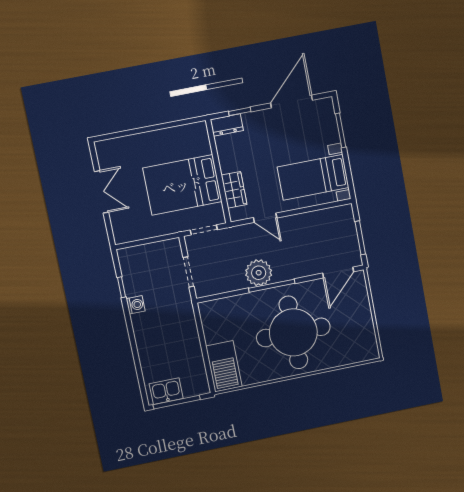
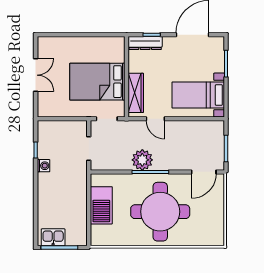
dresser: (227, 125) -> (145, 43), width x1.44
wardrobe: (234, 190) -> (136, 93), width x1.50
barbecue: (224, 366) -> (101, 205), moved

